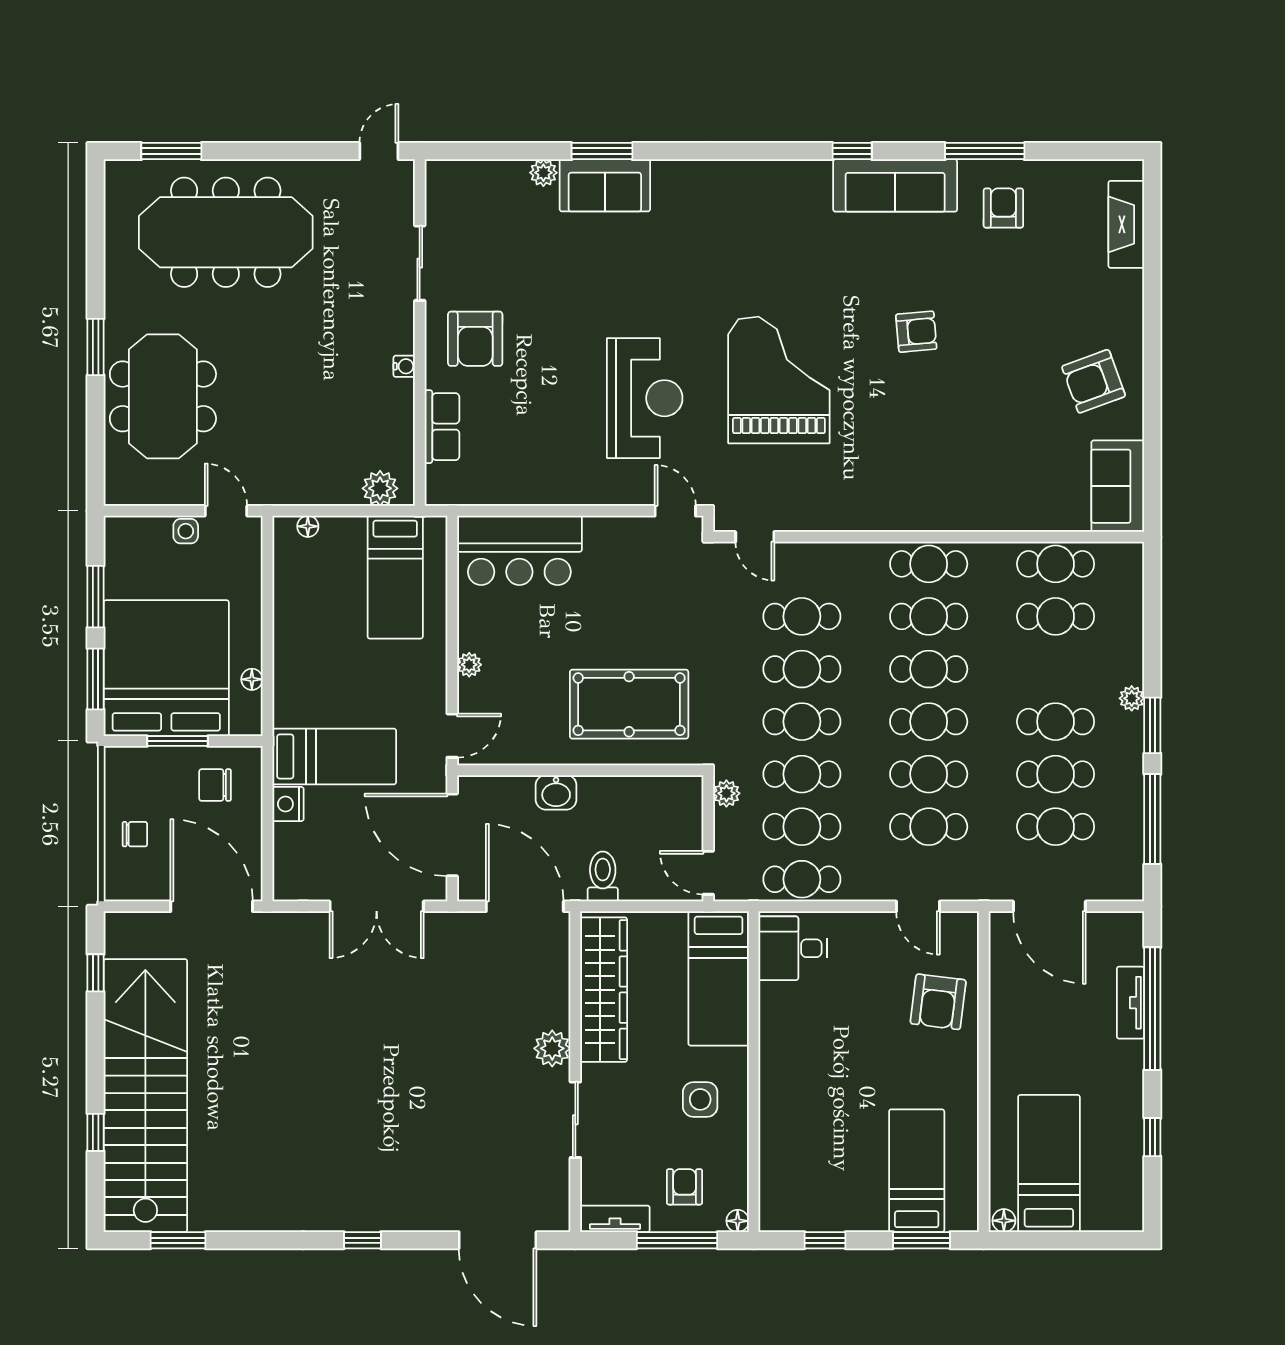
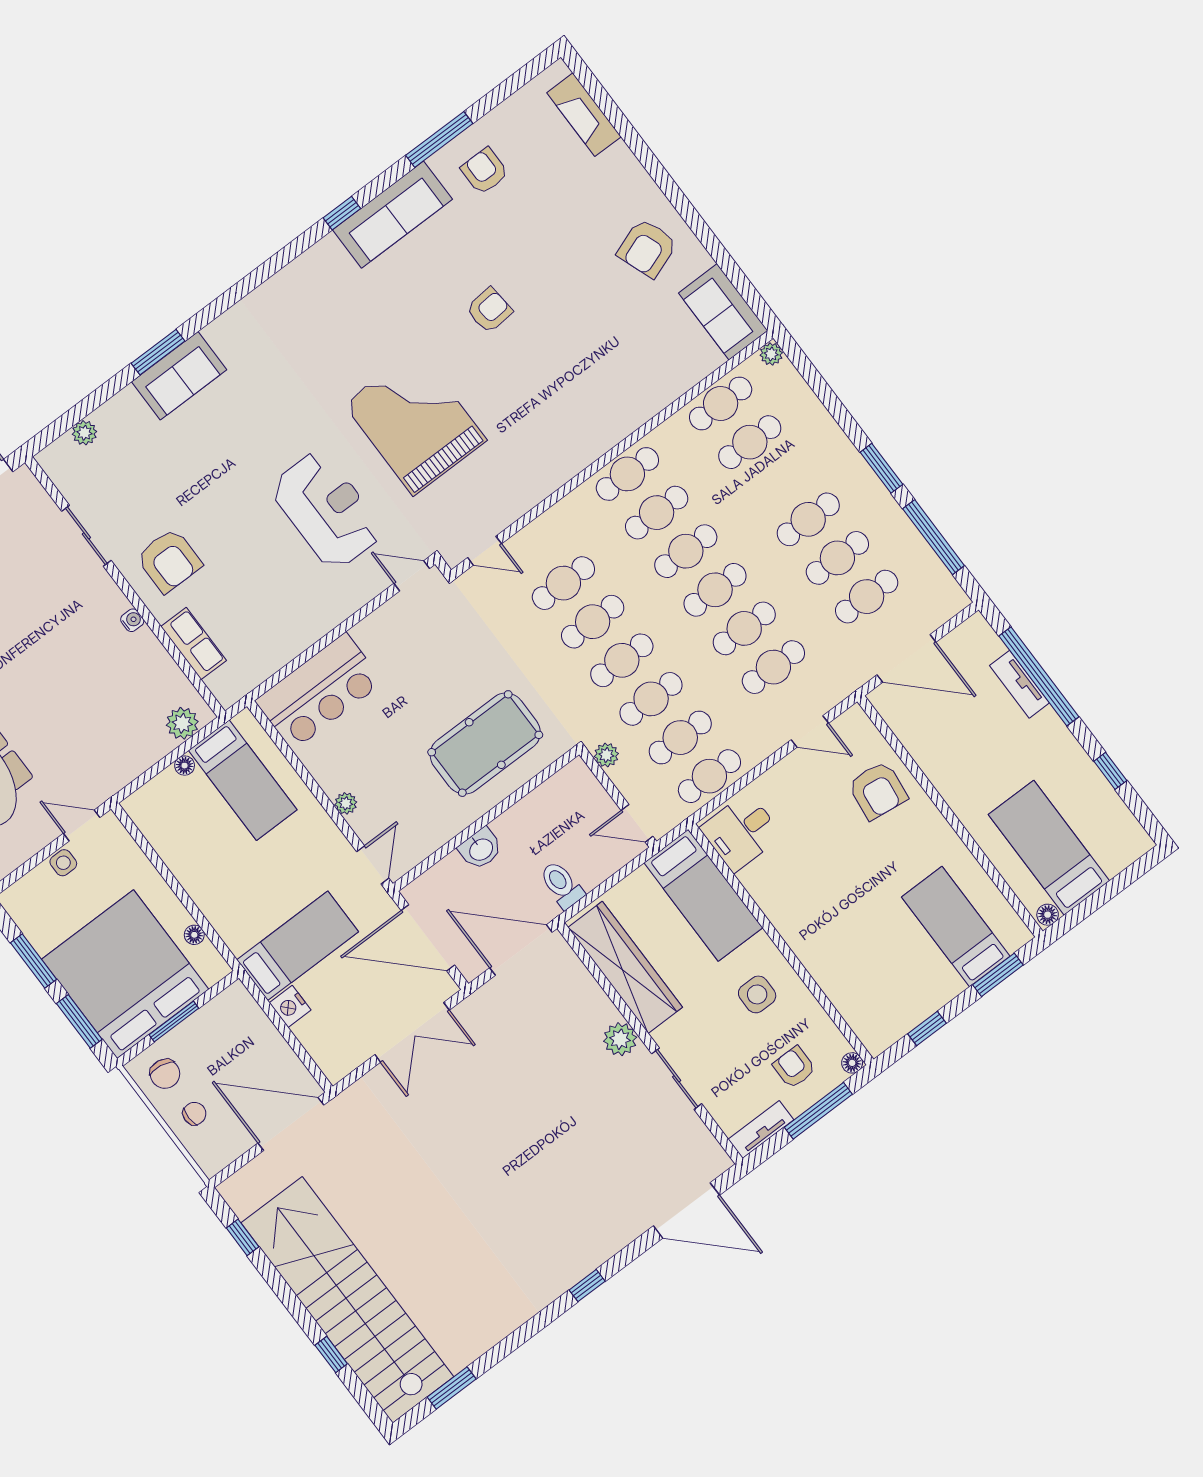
plant: (543, 173) -> (84, 433), moved
floor lamp: (308, 526) -> (185, 766), moved
plant: (1132, 698) -> (771, 354), moved
chair: (215, 785) -> (165, 1074), moved, turned -81

